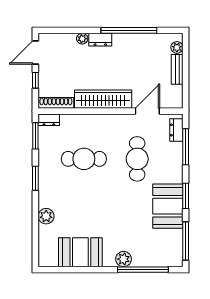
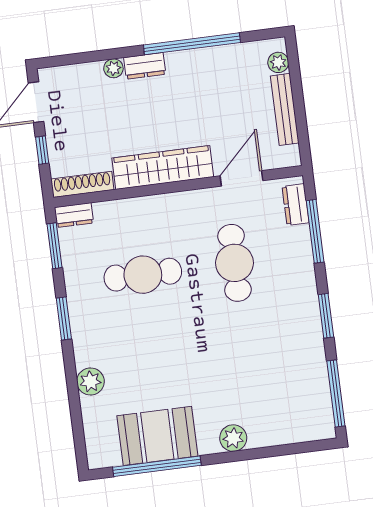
bench: (177, 69) -> (285, 109), width x1.36
booth: (168, 206) -> (298, 337), removed
window: (143, 270) -> (157, 466), moved

